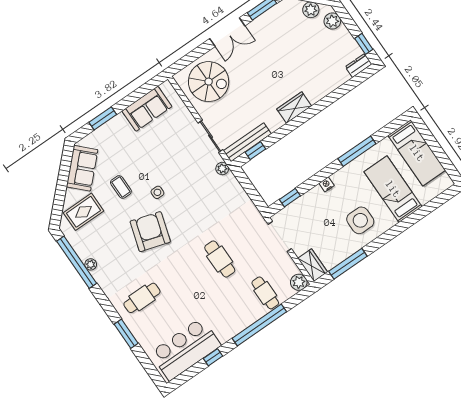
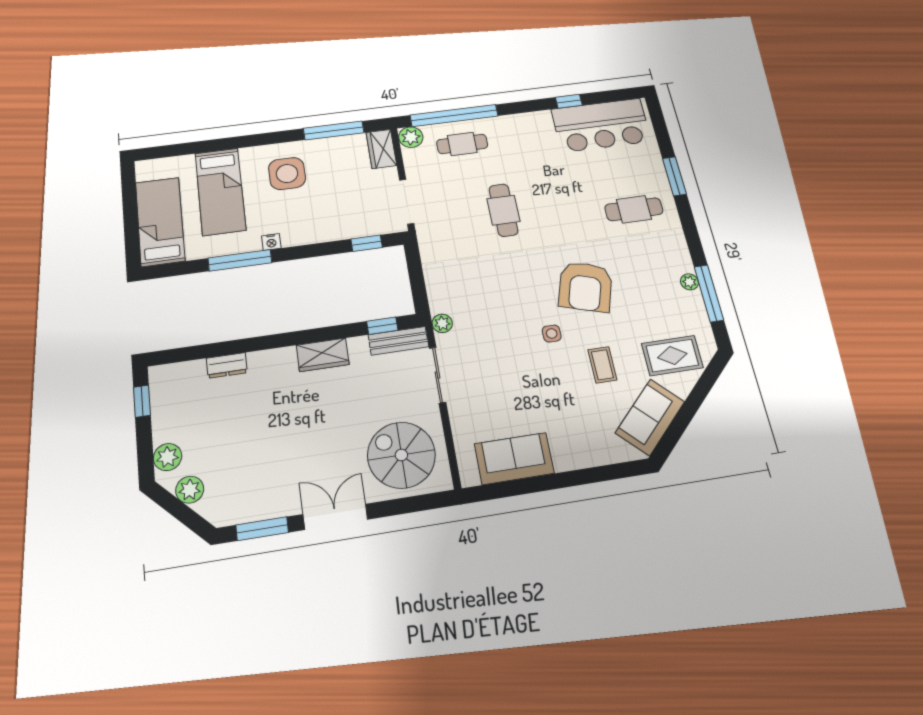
dresser: (359, 65) -> (227, 365), moved
wardrobe: (294, 107) -> (323, 355), moved
window: (103, 118) -> (589, 476), removed
bench: (247, 142) -> (398, 341), width x0.73
nightstand: (327, 184) -> (271, 242), moved
window: (77, 262) -> (709, 293), width x0.68
cafe table: (265, 293) -> (462, 144), turned 90
window: (259, 325) -> (454, 116), moved

